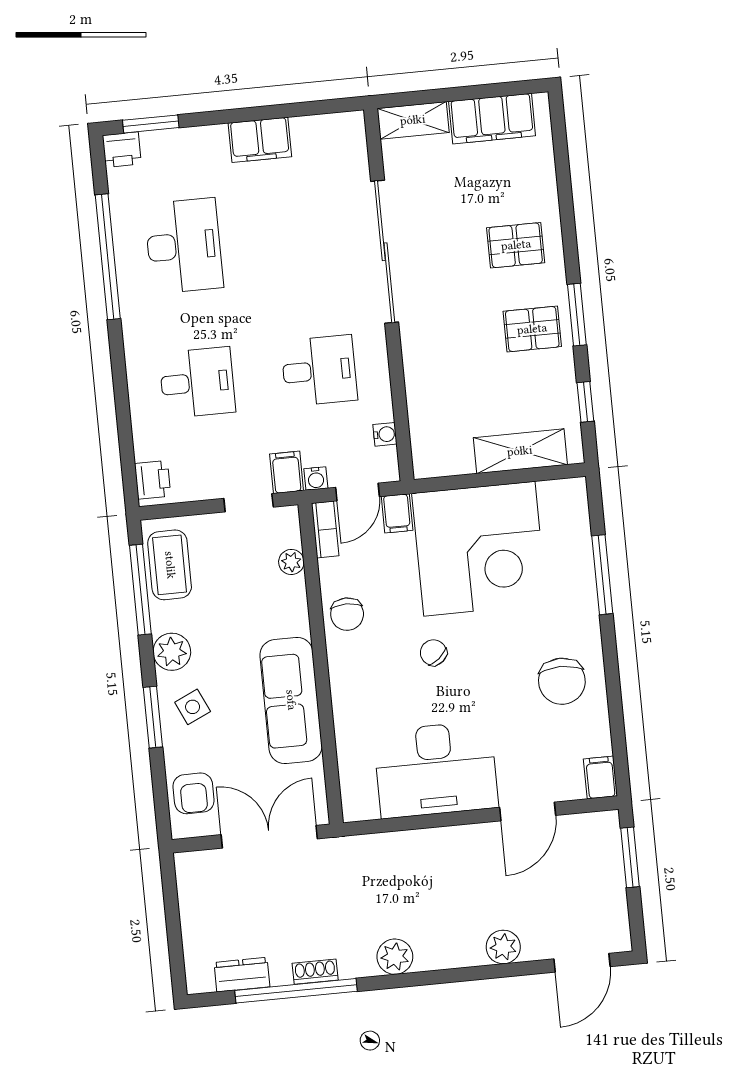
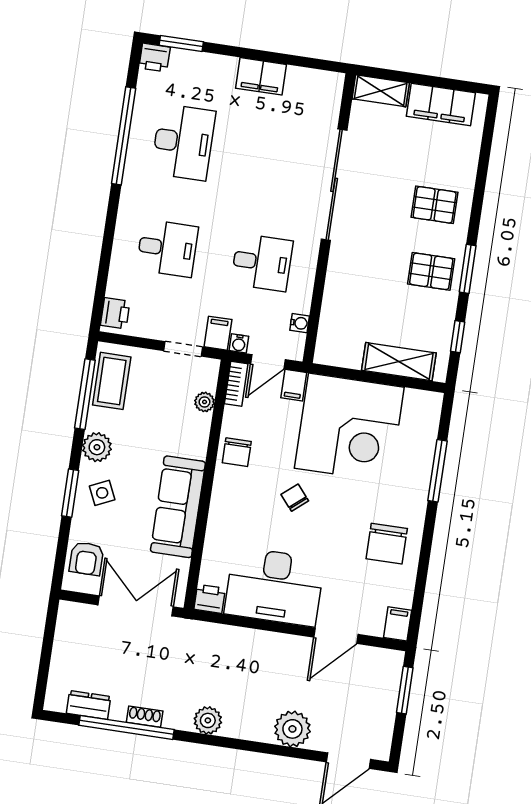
printer: (359, 805) -> (210, 599), added
plant: (503, 947) -> (292, 729), width x1.36, depth x1.36

